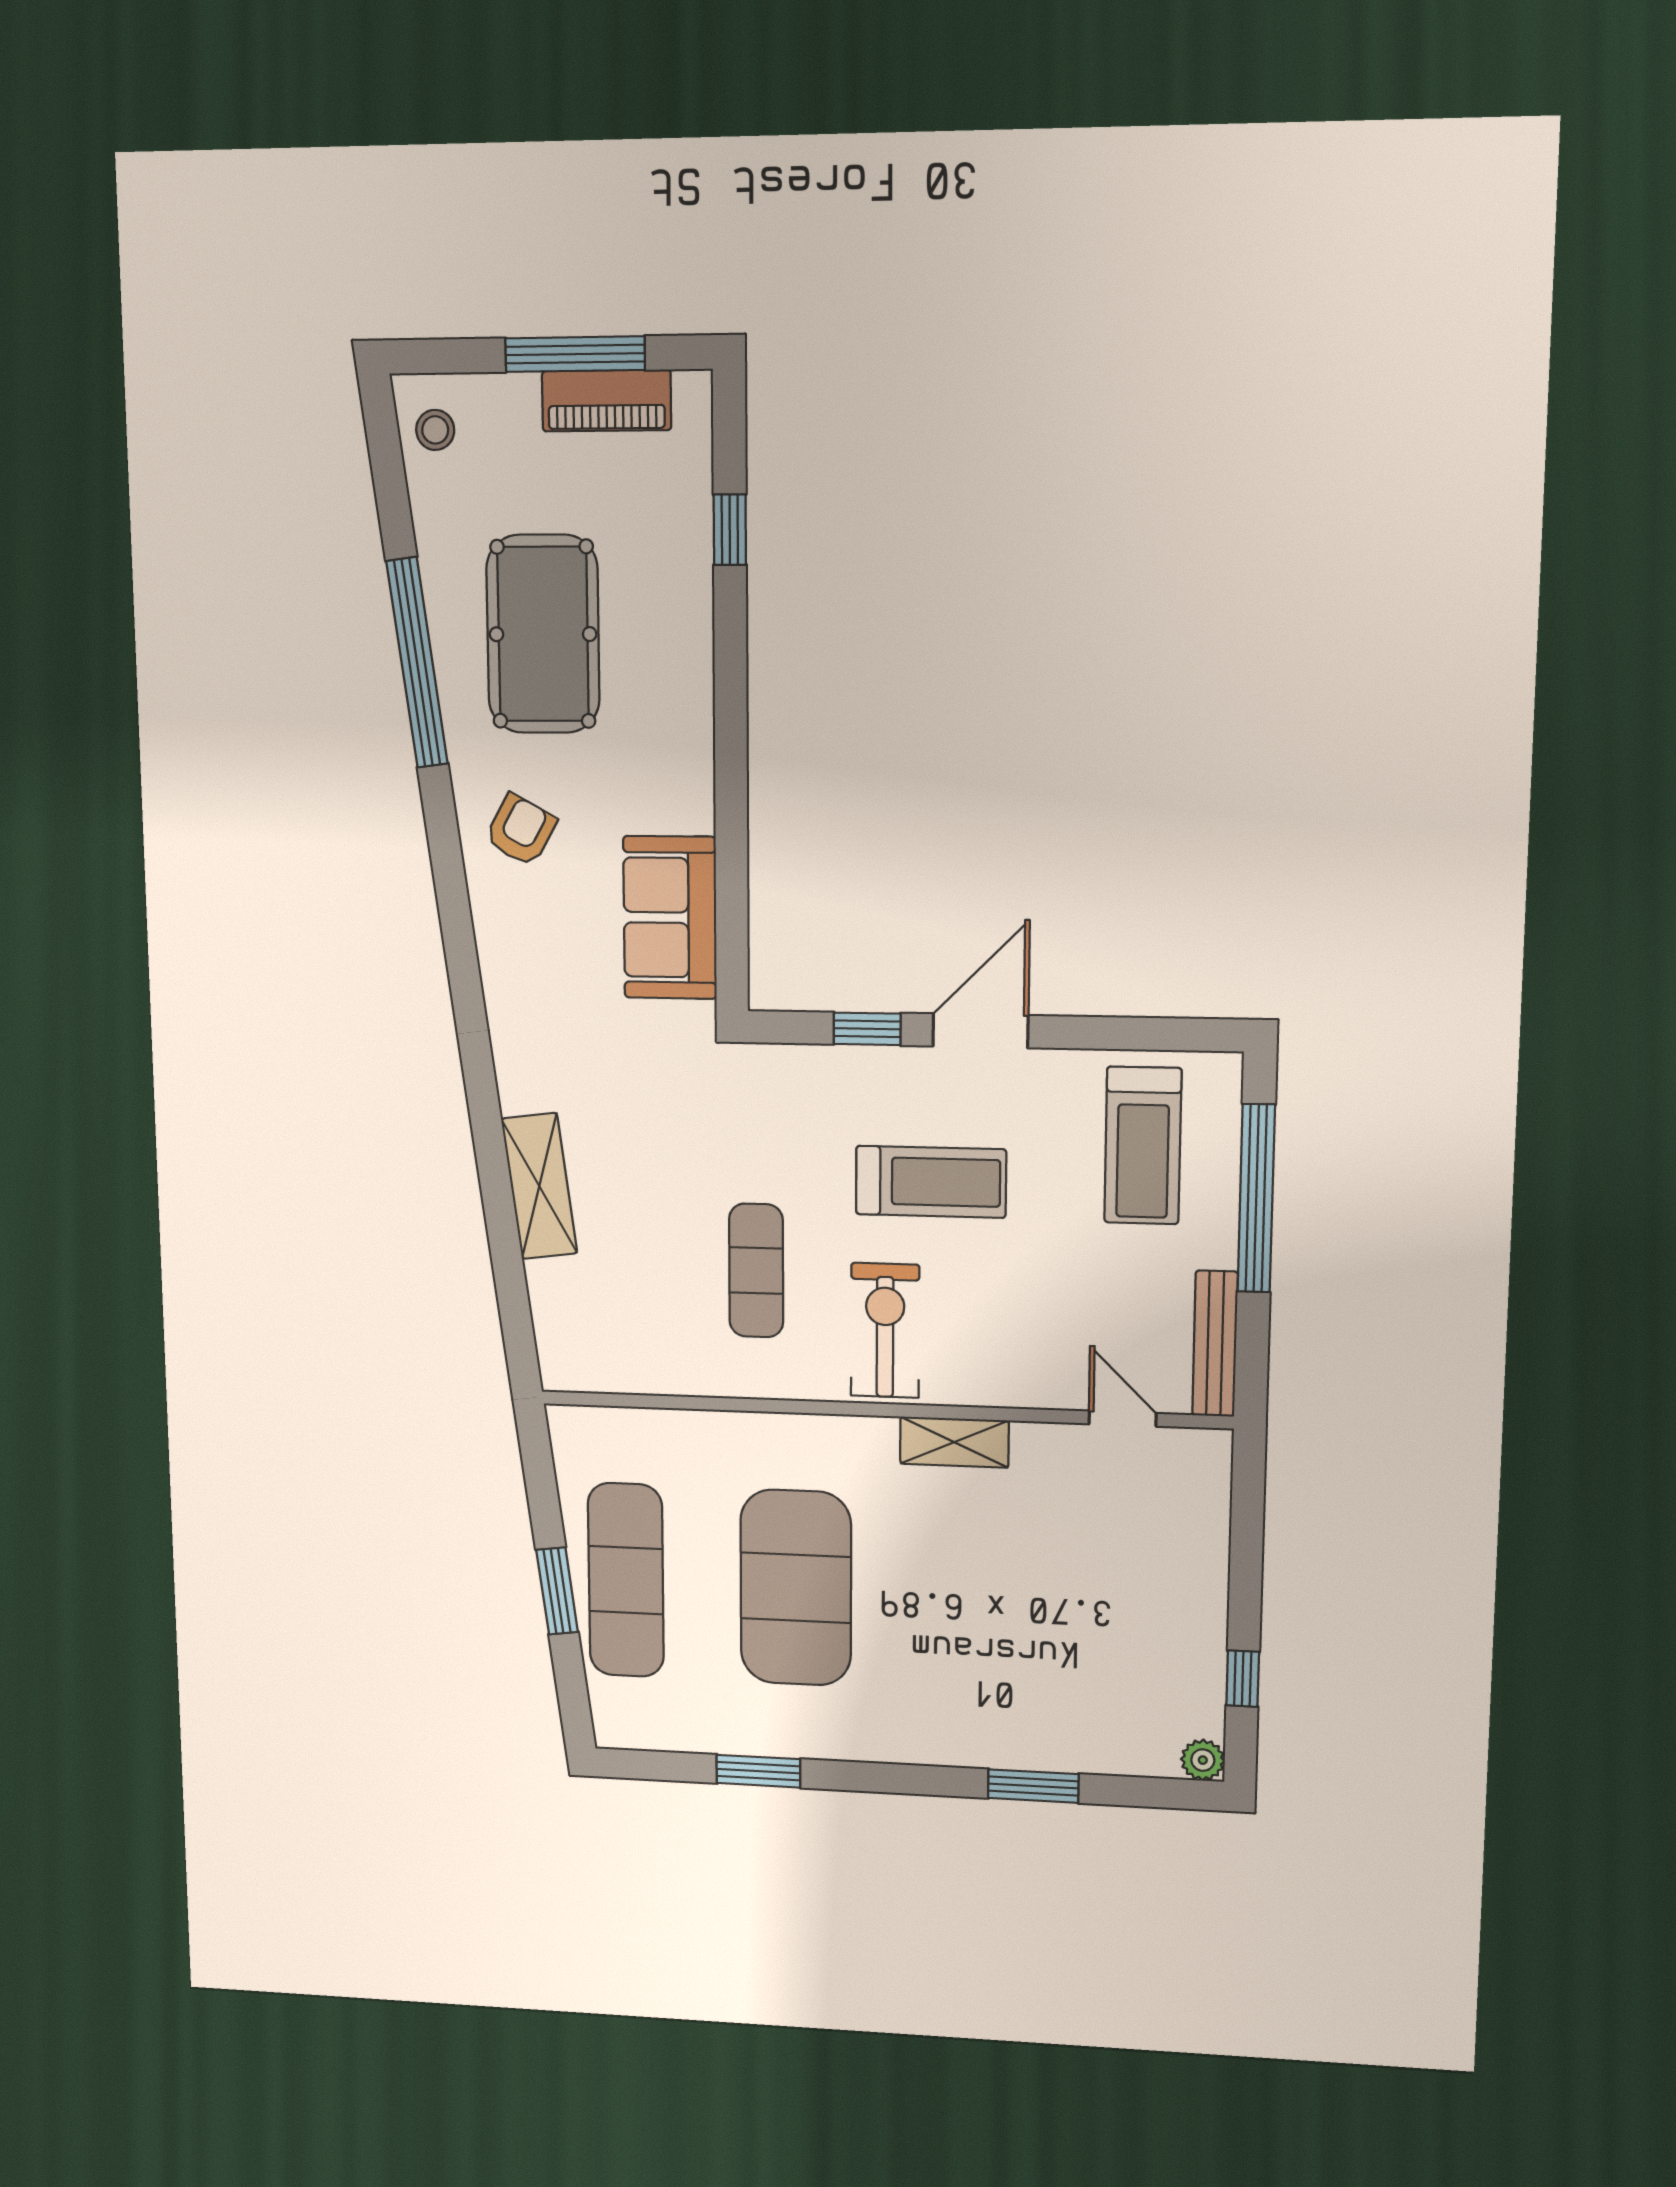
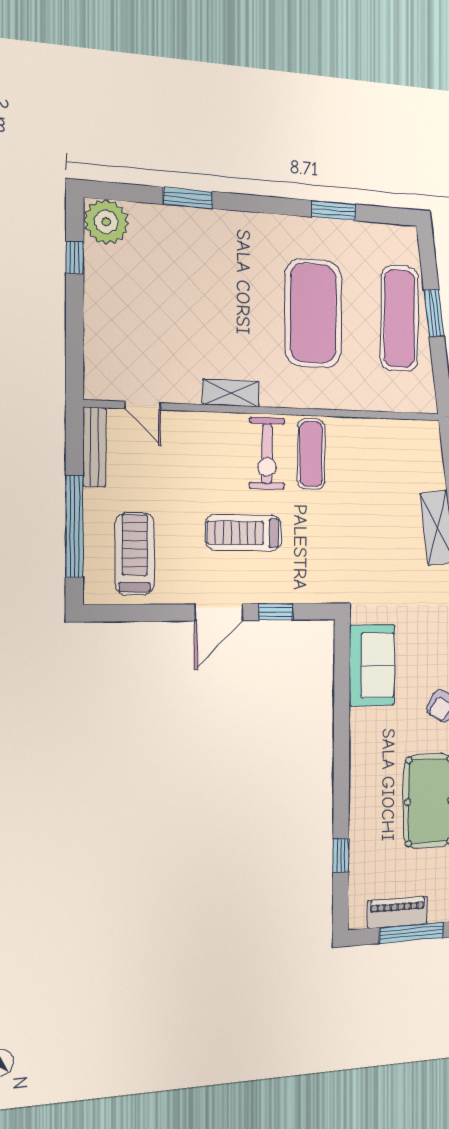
exercise mat: (756, 1271) -> (311, 454), moved
plant: (1203, 1760) -> (106, 222), width x1.88, depth x1.88

